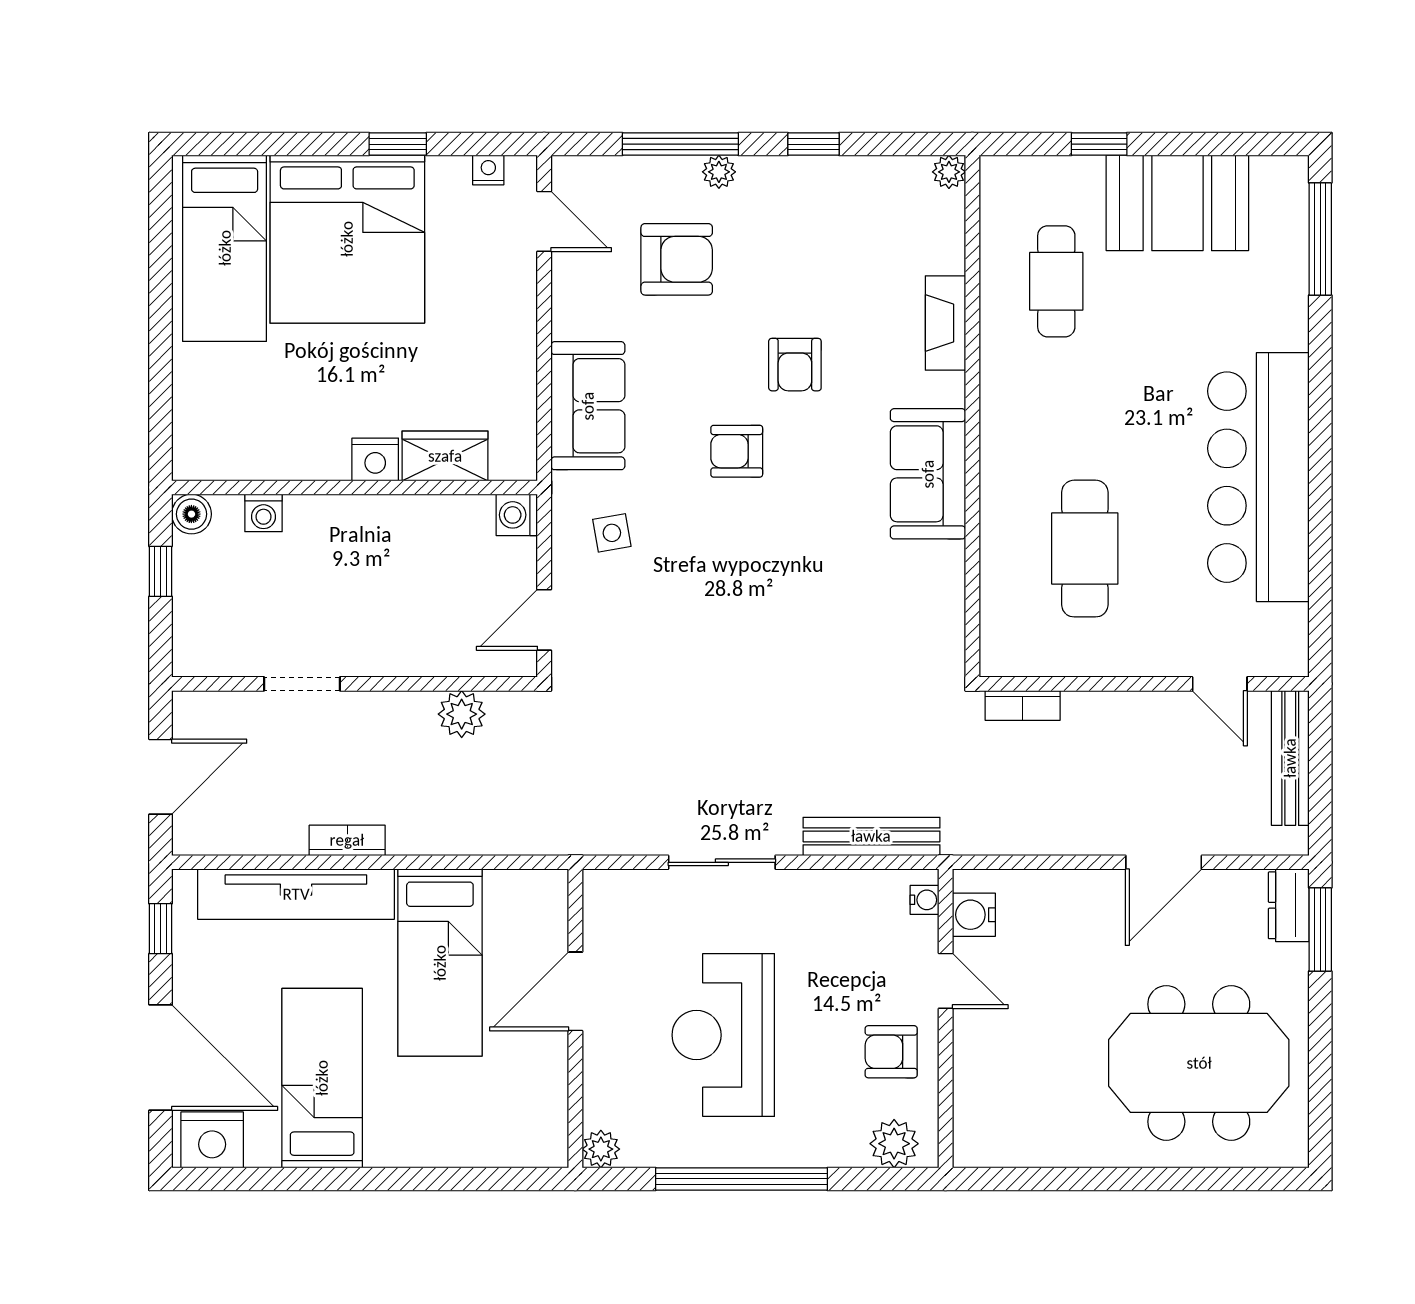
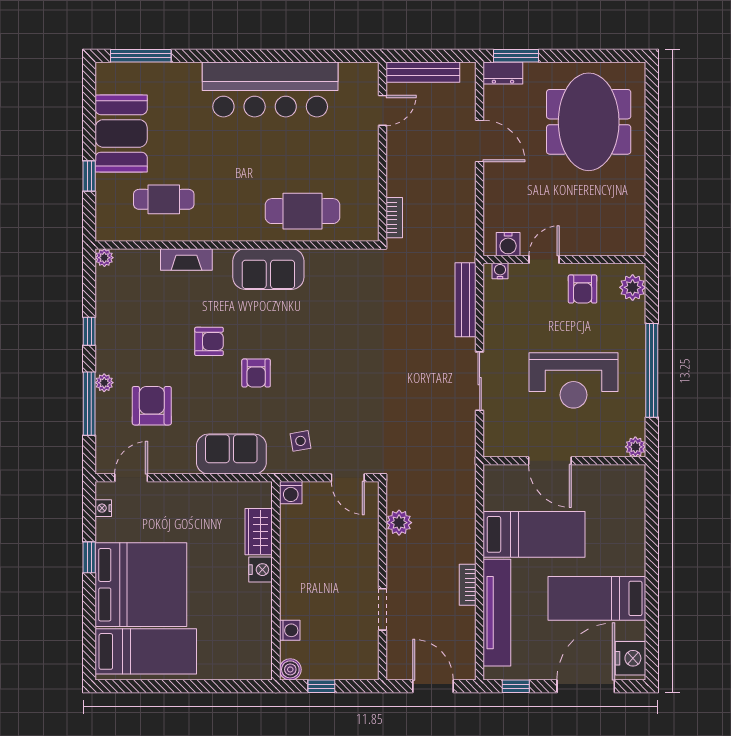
cafe table: (1085, 549) -> (302, 211), moved

